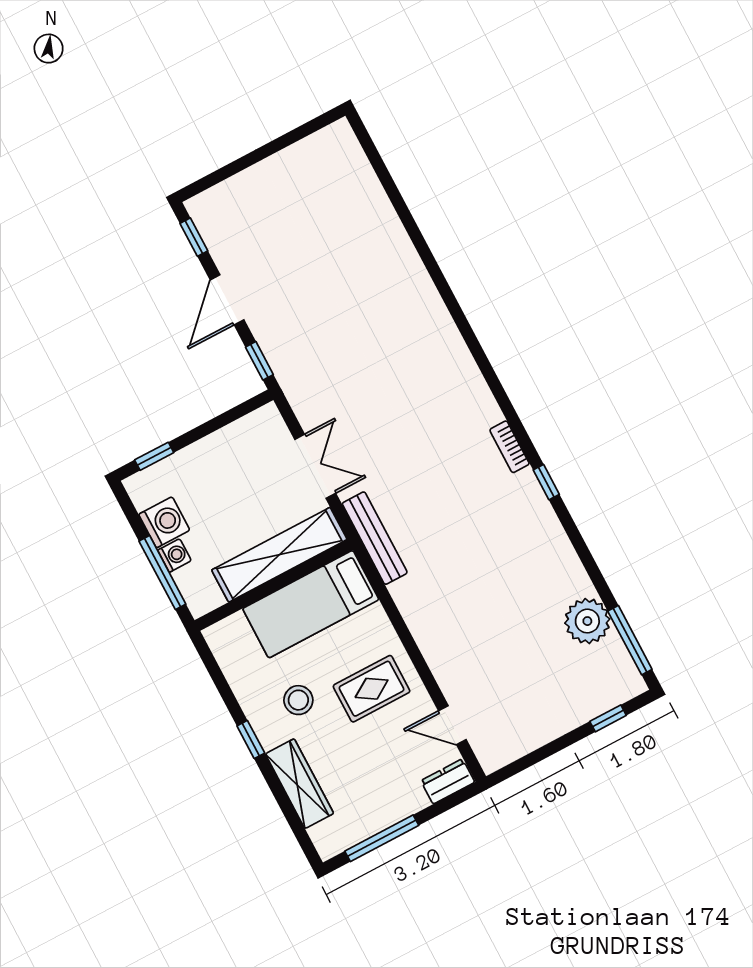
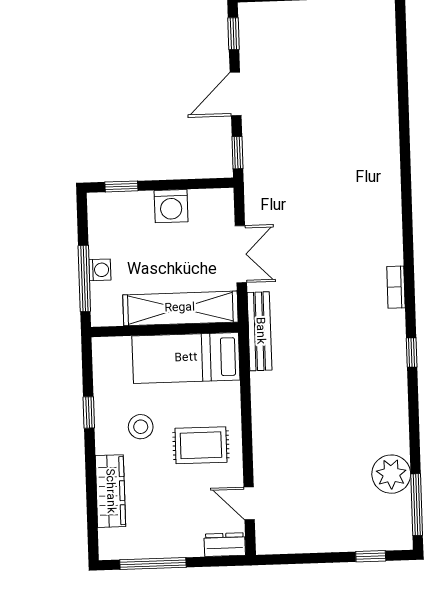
bookcase: (510, 447) -> (396, 287), moved
washing machine: (164, 522) -> (171, 206), moved, turned 90
window: (251, 740) -> (89, 412), moved

